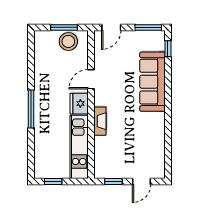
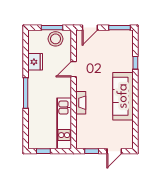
window: (168, 49) -> (135, 63), moved
sofa: (152, 82) -> (123, 96), moved
fridge: (79, 104) -> (35, 62), moved, turned 180

